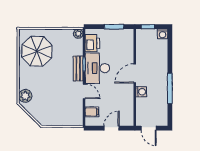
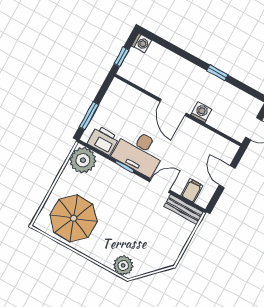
window: (114, 27) -> (89, 116), moved
plant: (78, 34) -> (83, 160), width x1.88, depth x1.88
bench: (78, 69) -> (184, 209), moved
window: (170, 88) -> (217, 73), width x0.46

